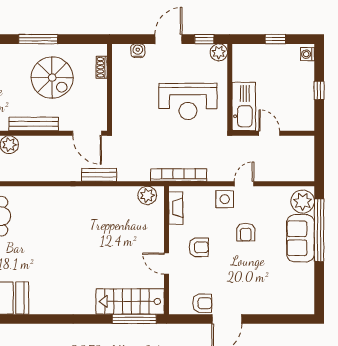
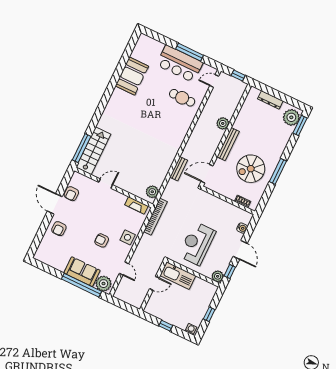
door: (244, 184) -> (124, 269), moved
armchair: (199, 247) -> (59, 229), moved

